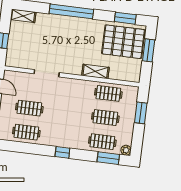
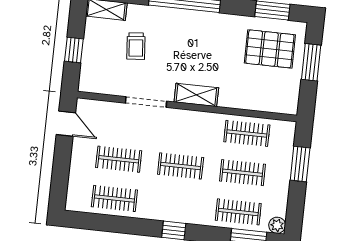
trolley: (41, 39) -> (136, 46), added
pallet: (123, 42) -> (270, 49), width x0.73, depth x0.71
shelving: (95, 71) -> (196, 95), moved
clothes rail: (67, 113) -> (181, 166), added

